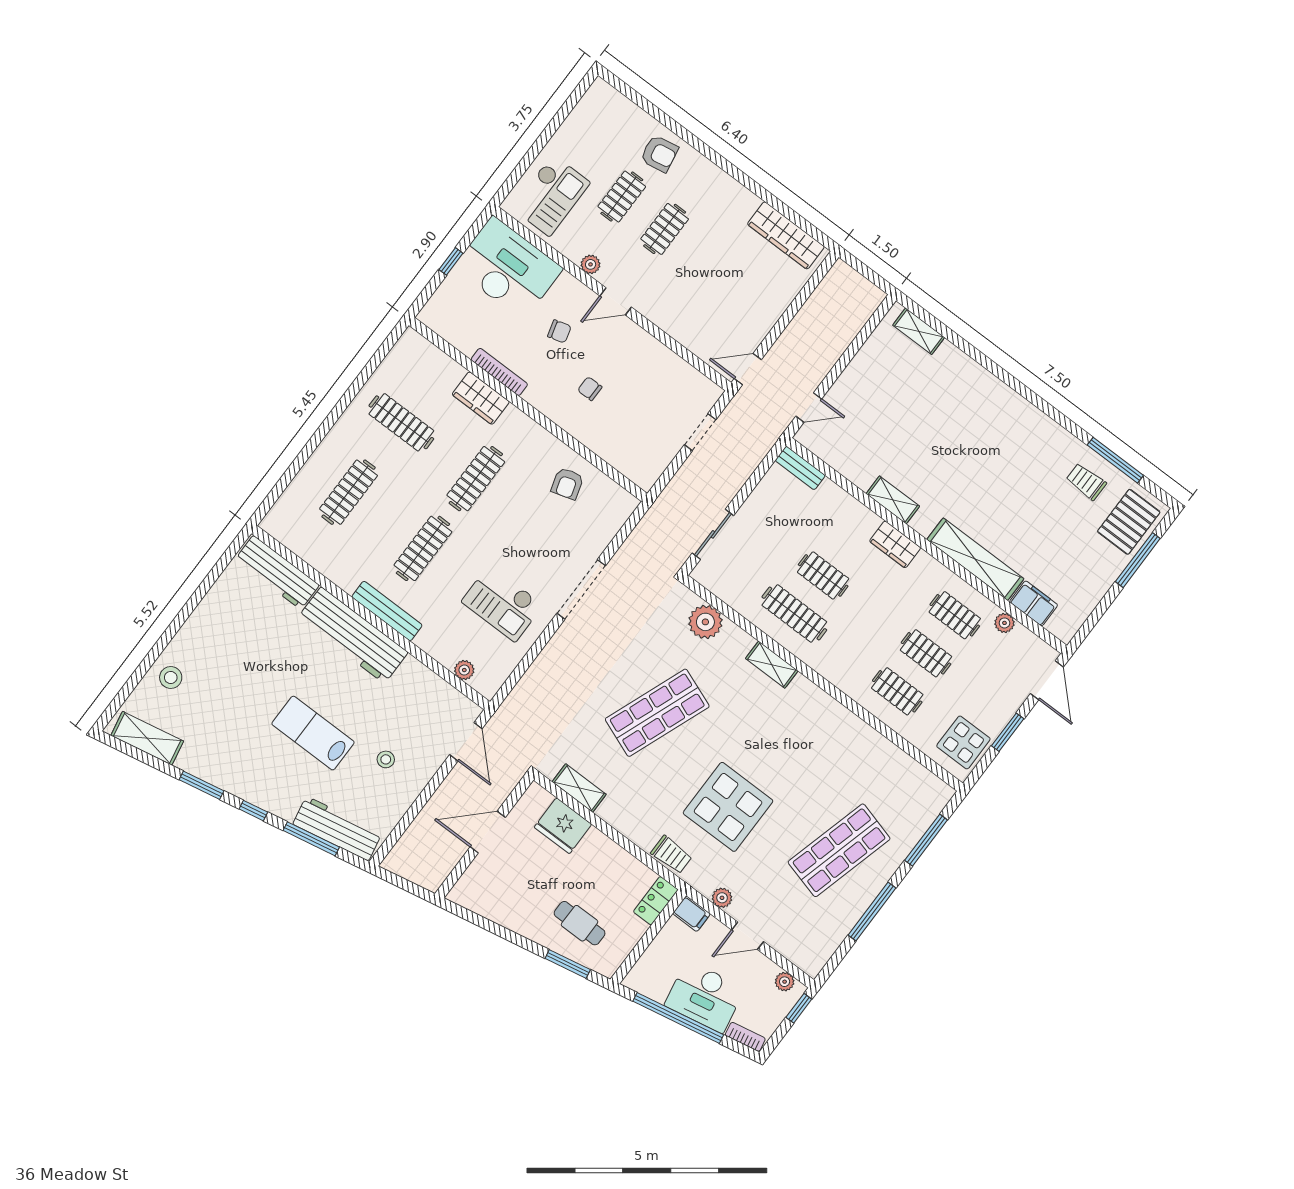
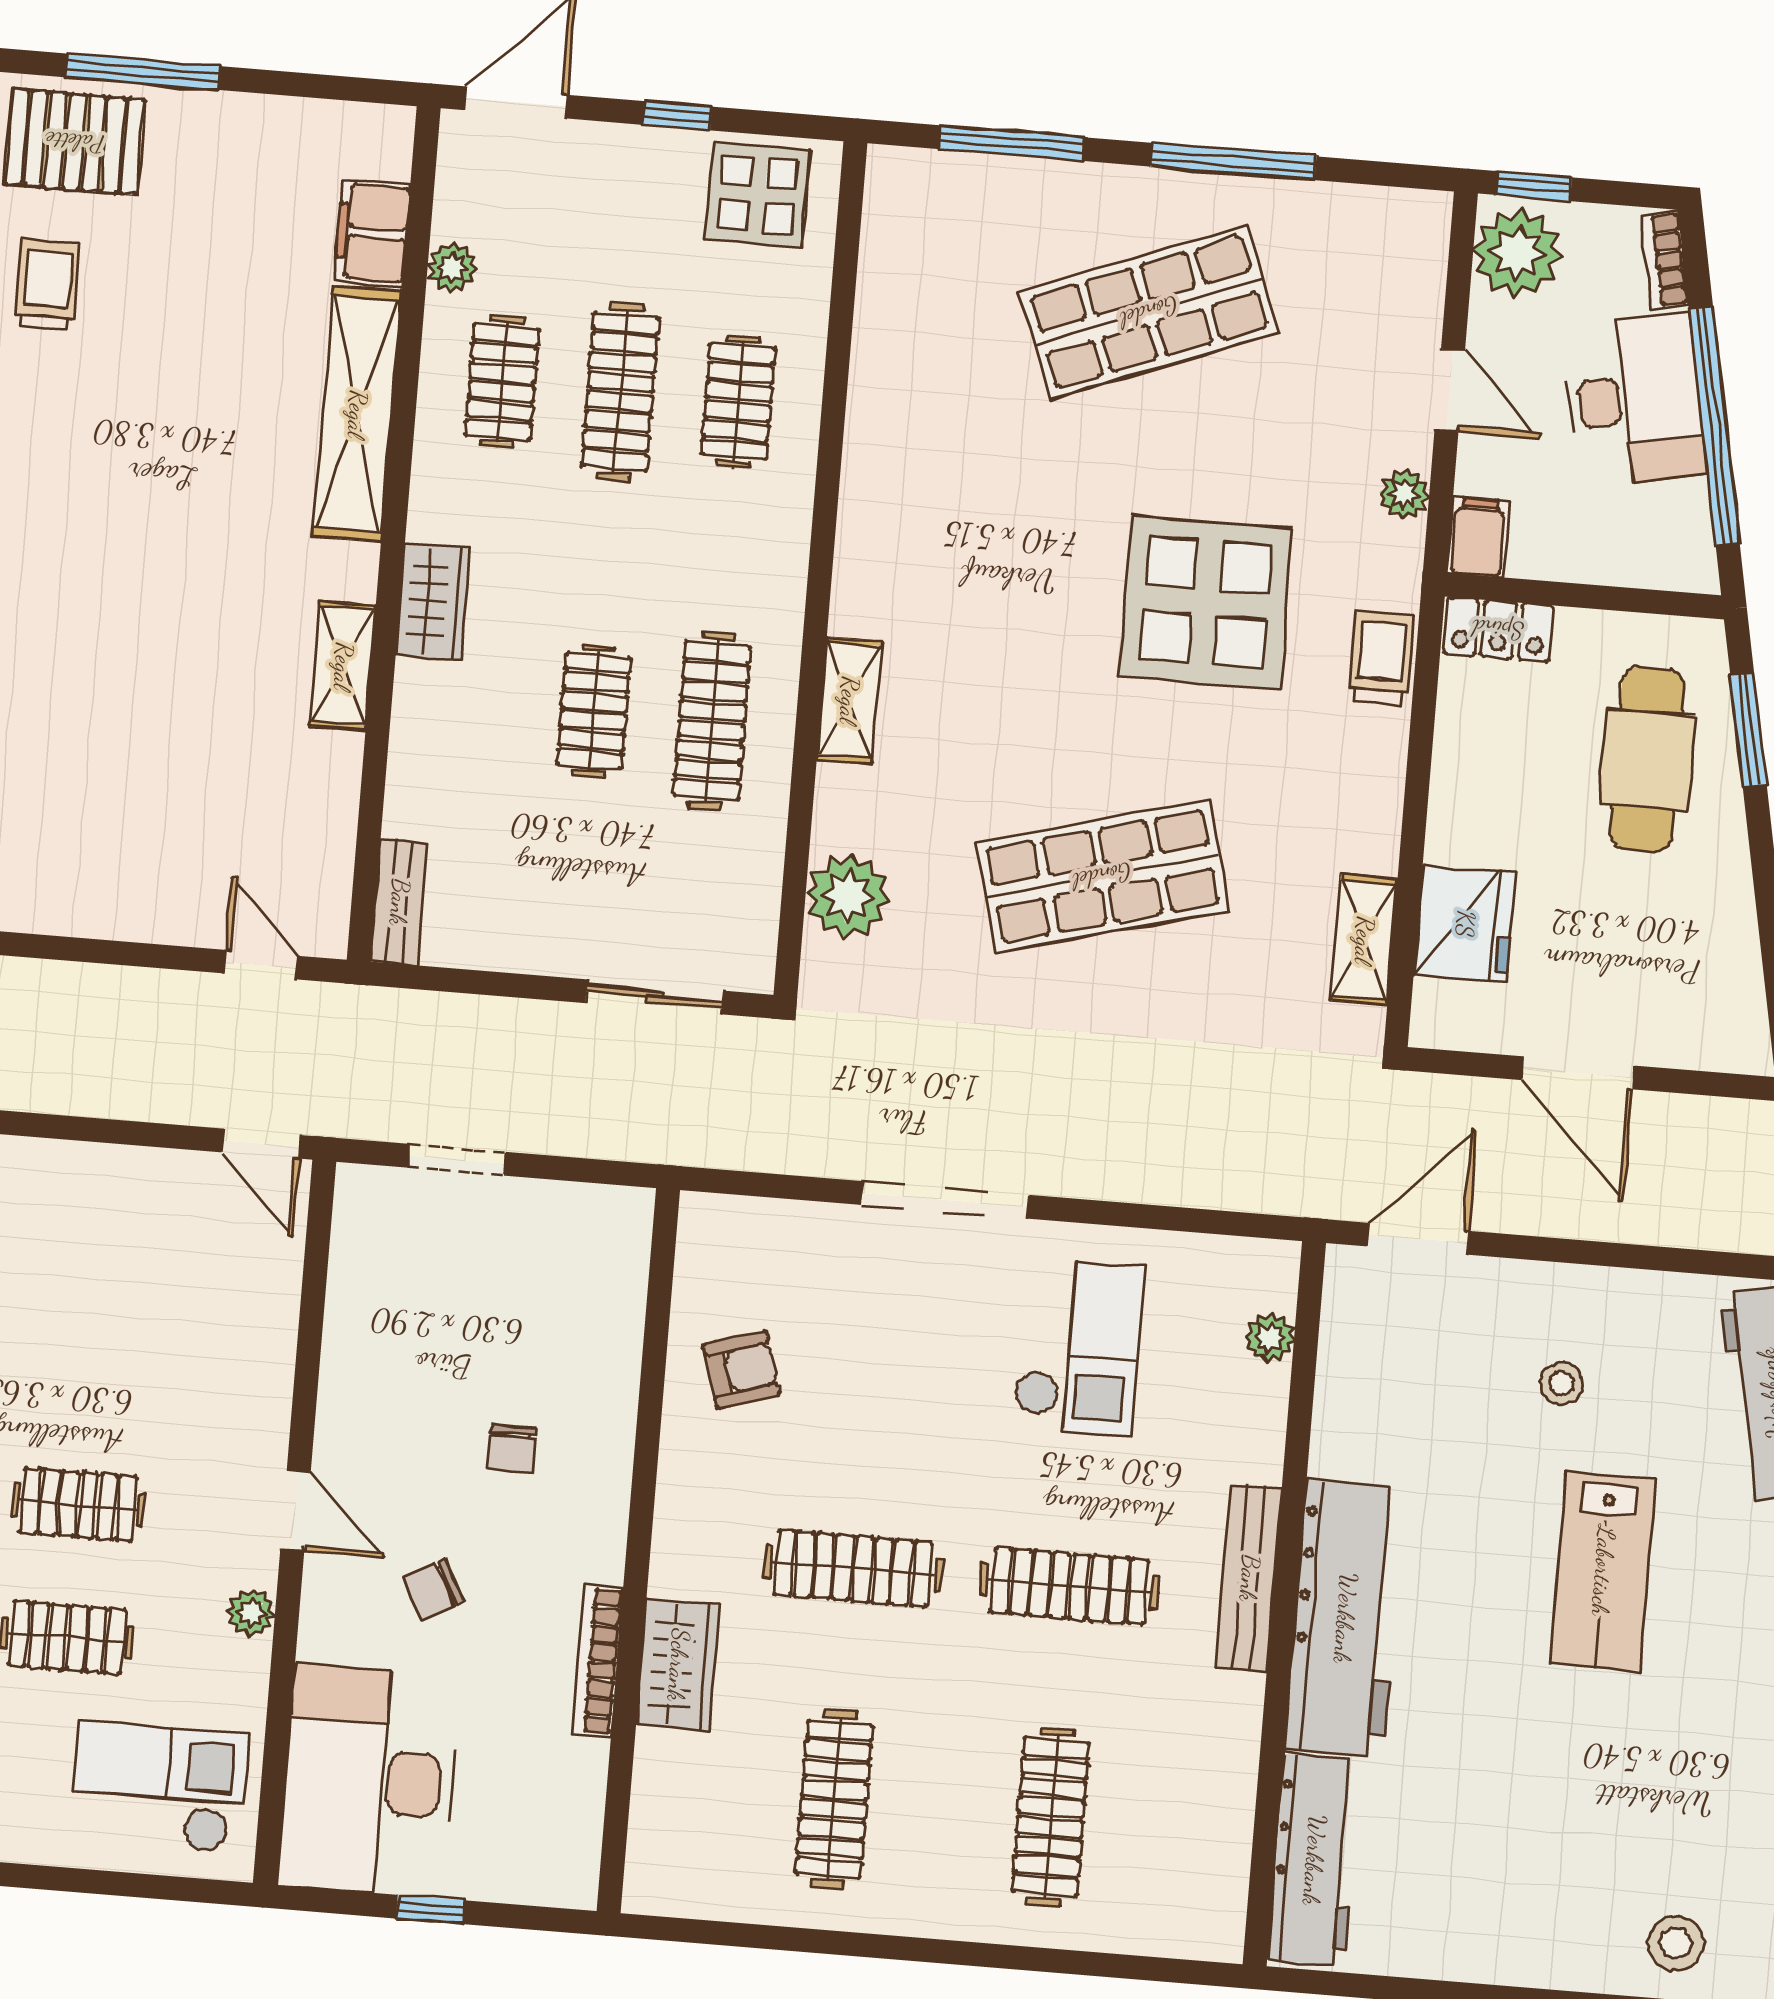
chair: (559, 331) -> (433, 1589), turned -103
trolley: (1086, 482) -> (47, 285), turned 180
clothes rail: (349, 492) -> (1051, 1817), turned 90
clothes rail: (926, 653) -> (620, 392), width x1.36
shop shelf: (657, 713) -> (1102, 876), turned -36
window: (1008, 732) -> (677, 116), width x0.67
shop shelf: (839, 850) -> (1149, 312), turned -36
cafe table: (580, 923) -> (1647, 759), width x1.37, depth x1.35
plant: (785, 982) -> (1518, 253), width x1.87, depth x1.87

